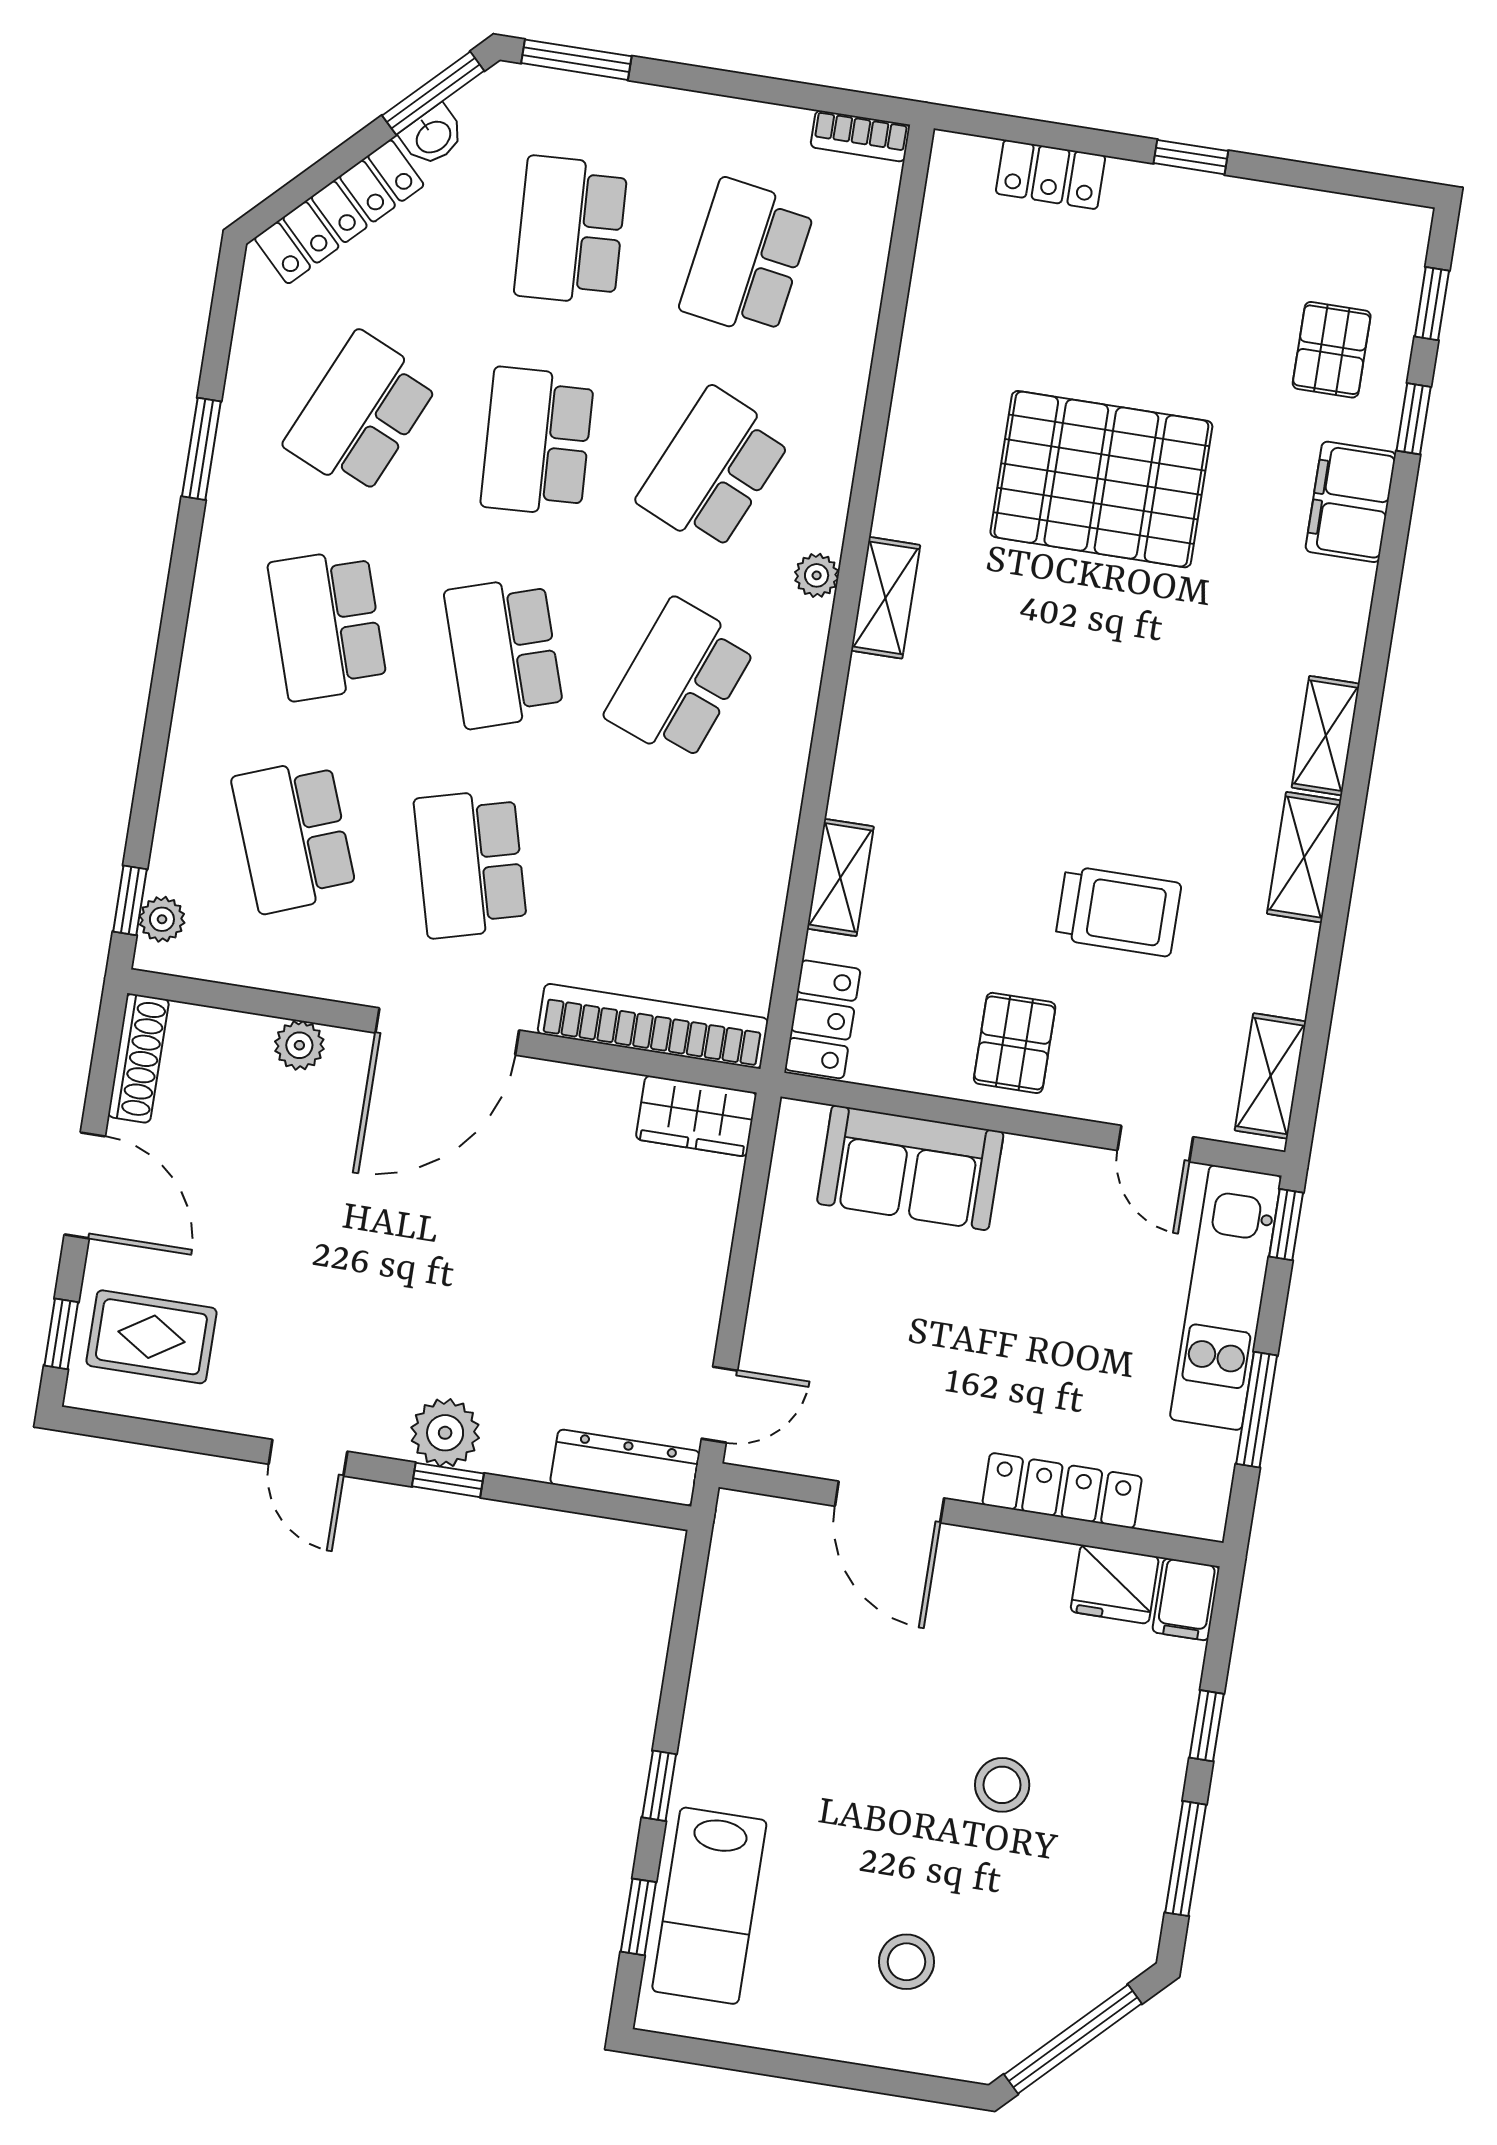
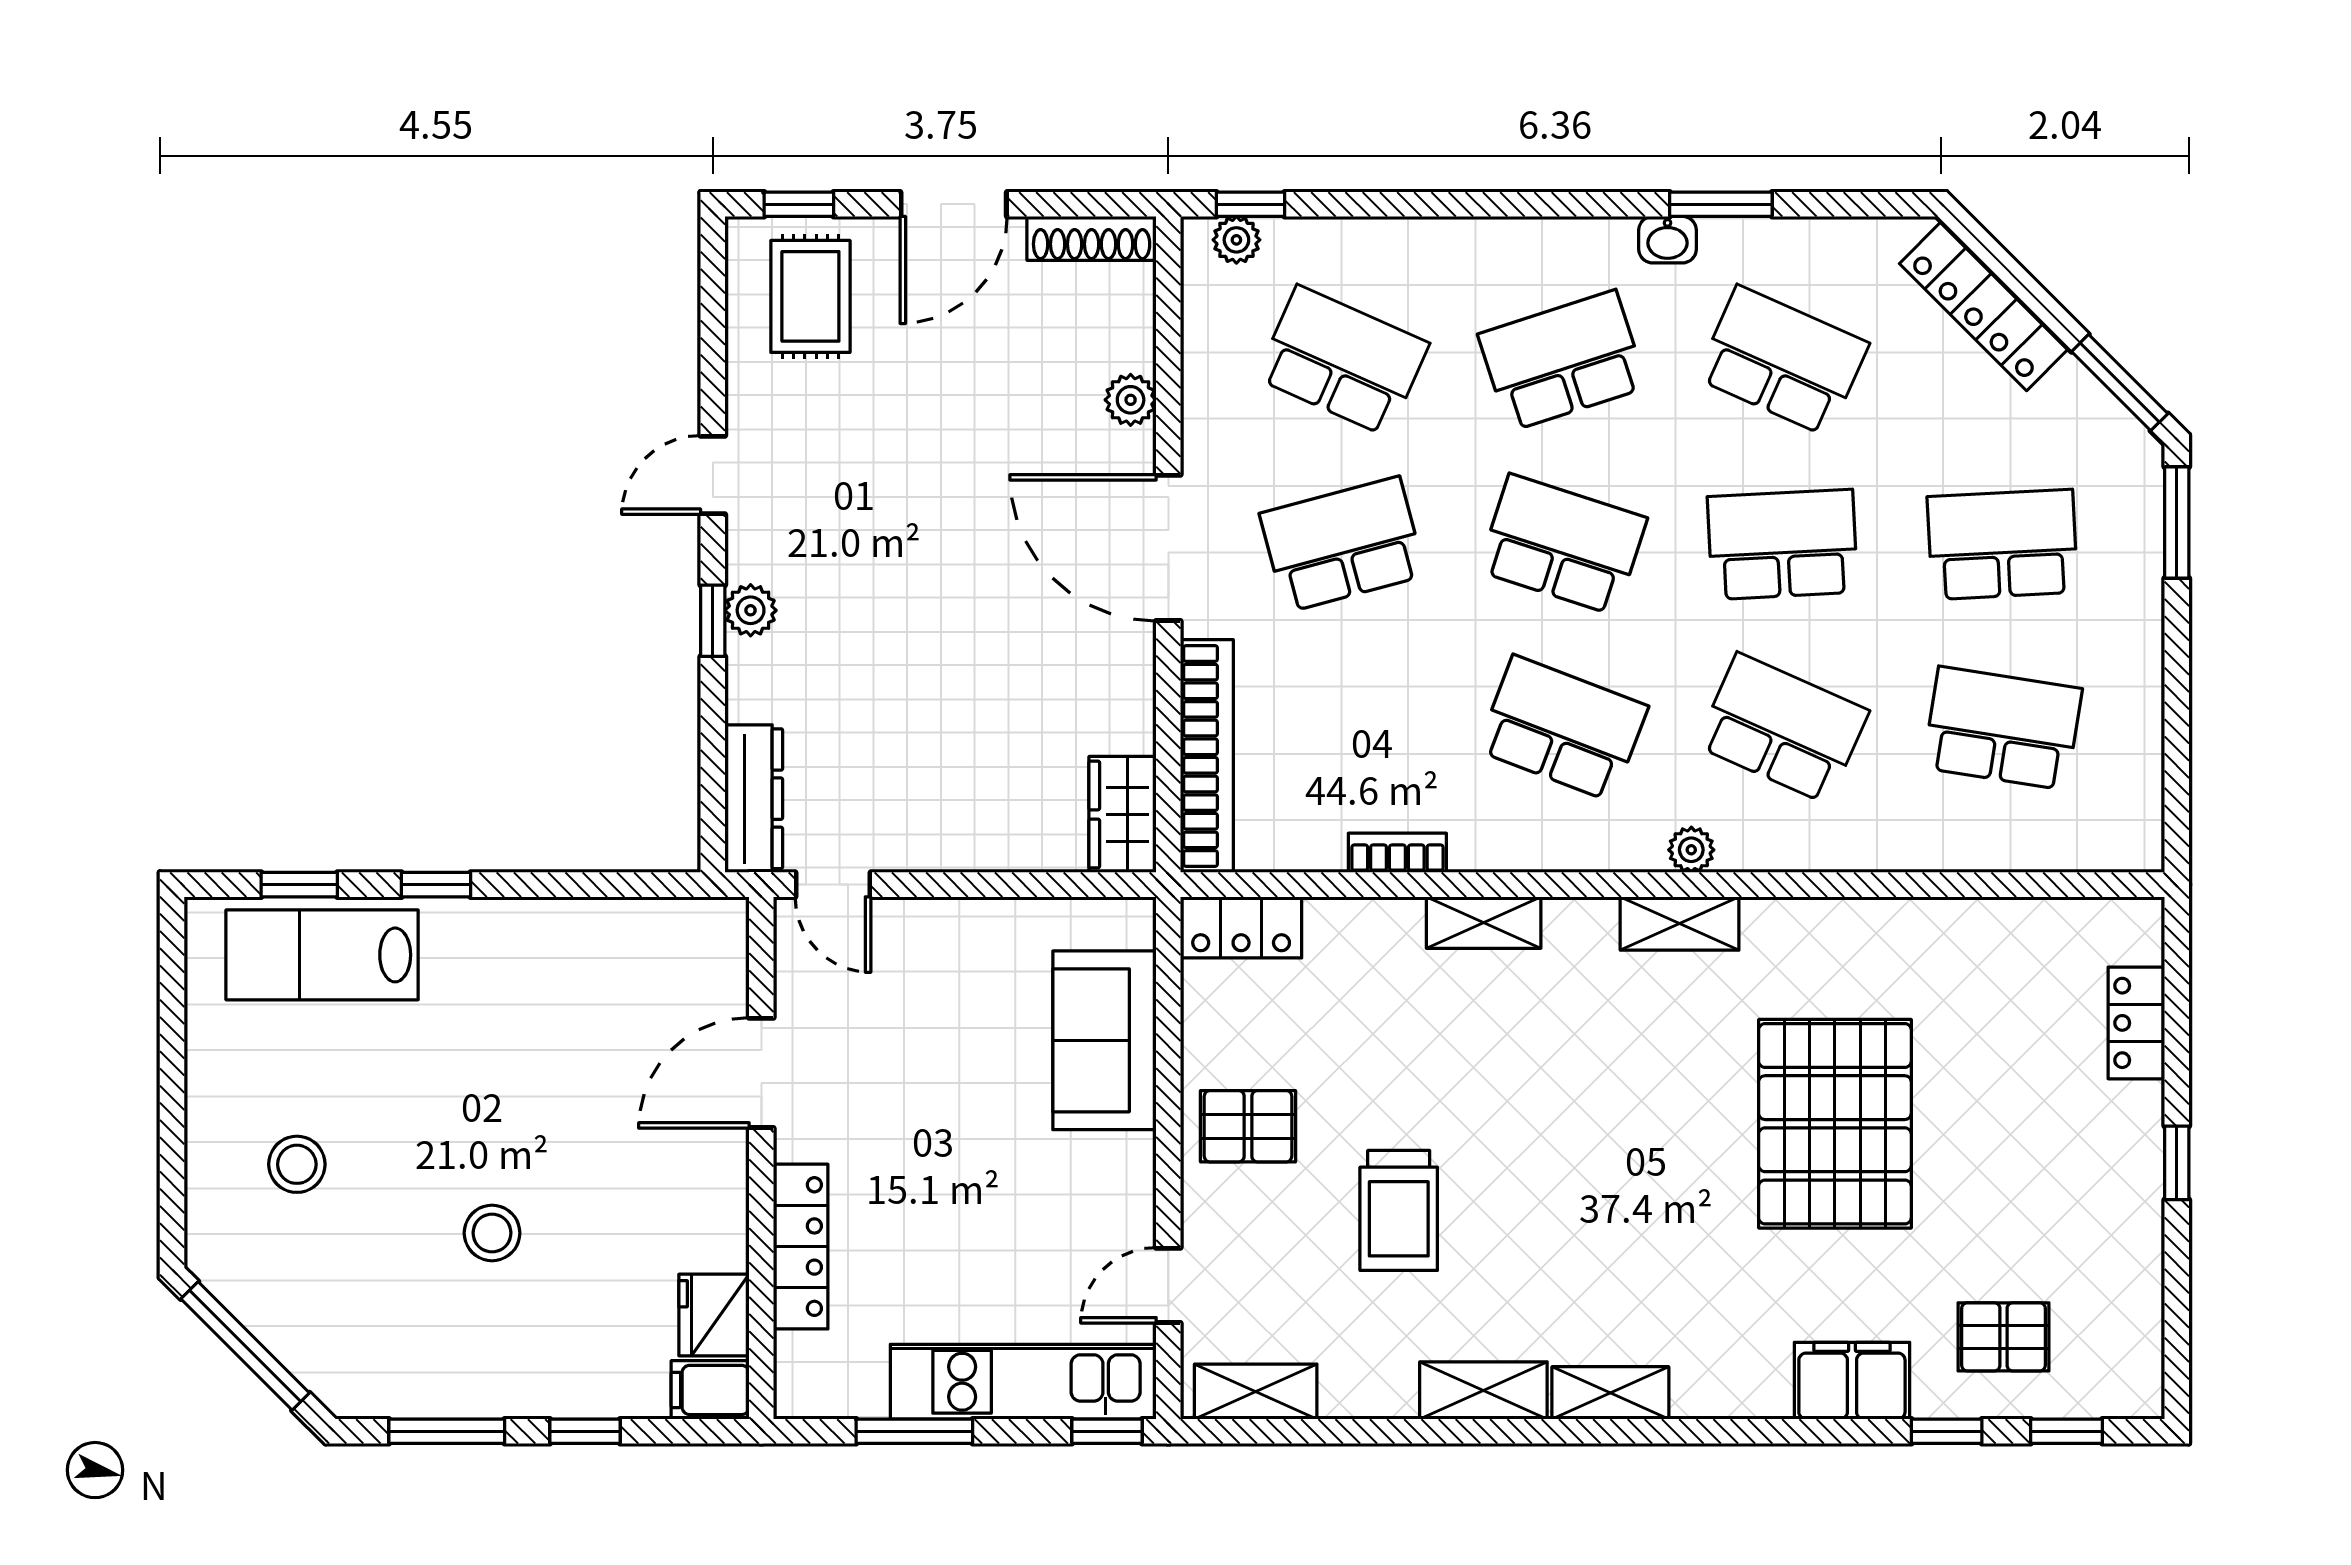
washbasin: (433, 136) -> (1668, 240), moved, turned -45
bookcase: (860, 136) -> (1397, 853), moved, turned 90
school desk: (504, 653) -> (1563, 544), turned 36
school desk: (294, 836) -> (1343, 361), turned 45
shelving: (840, 878) -> (1484, 923), moved
plant: (445, 1433) -> (751, 610), width x0.73, depth x0.73

